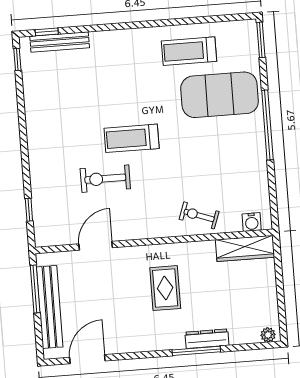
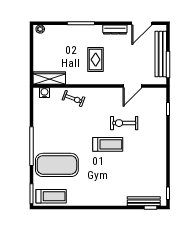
treadmill: (189, 51) -> (51, 196), moved
exercise bike: (105, 179) -> (124, 123), turned 180
dresser: (207, 339) -> (115, 30), moved

